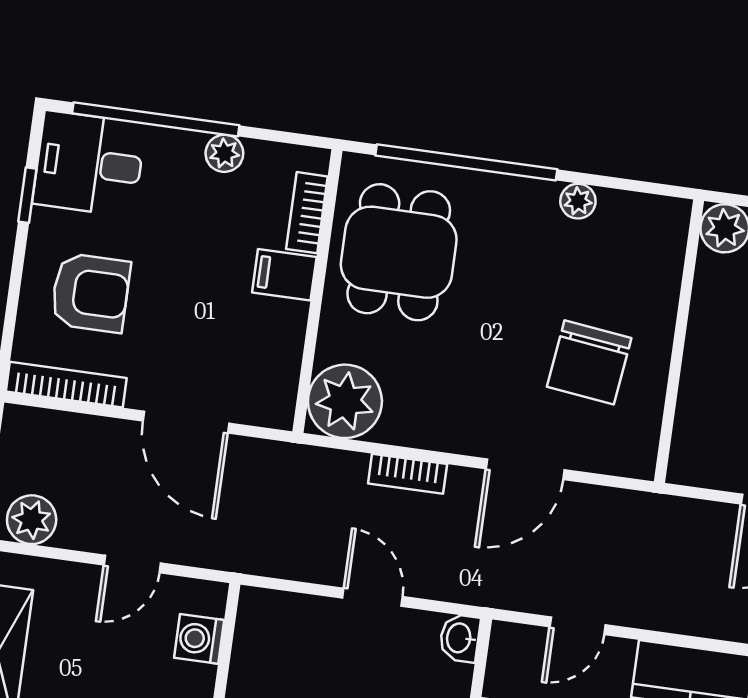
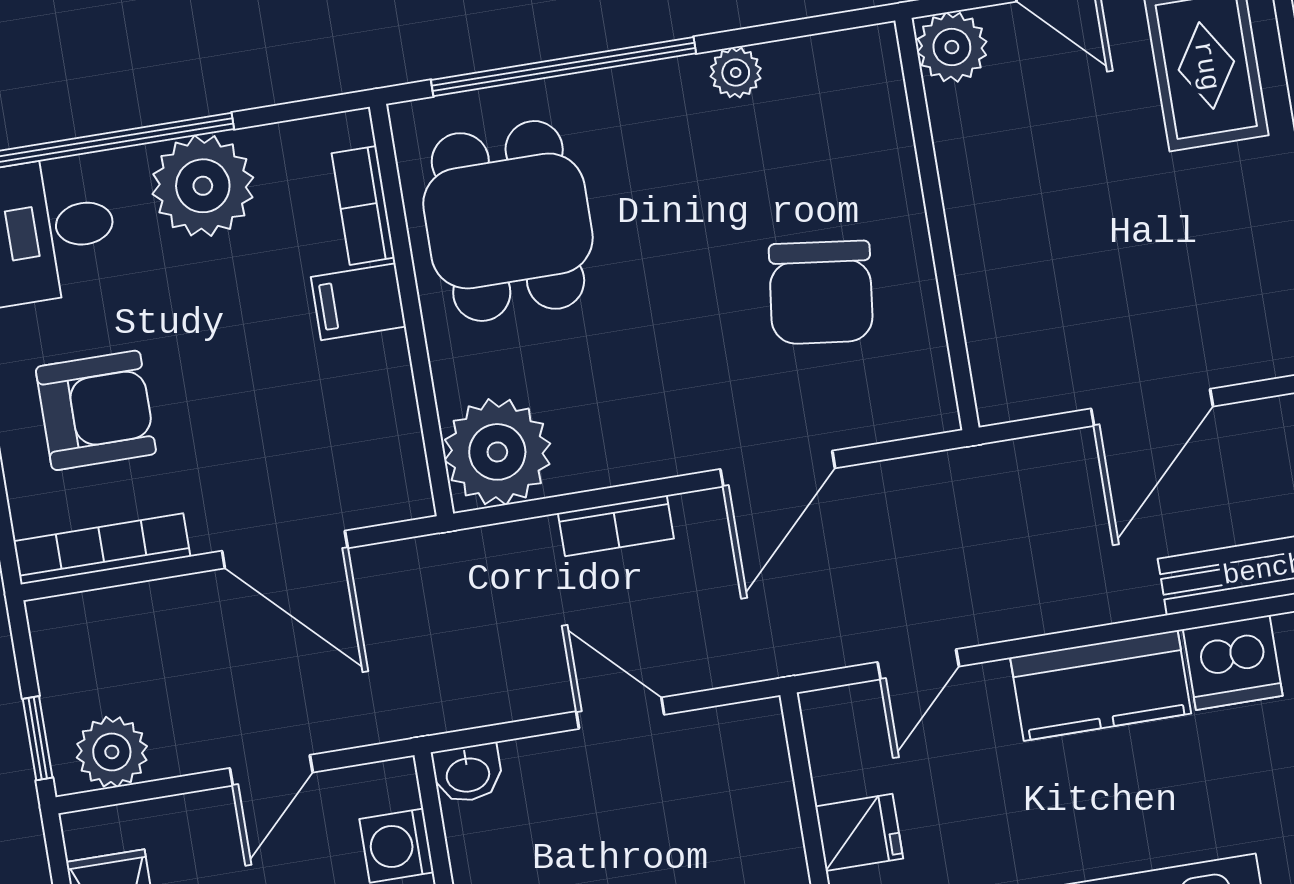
plant: (224, 153) -> (203, 186), width x1.87, depth x1.87
washbasin: (460, 638) -> (468, 773), moved, turned -90

